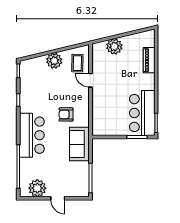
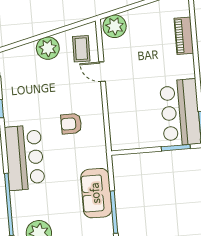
plant: (114, 47) -> (115, 26), moved
sofa: (79, 144) -> (96, 193), moved

